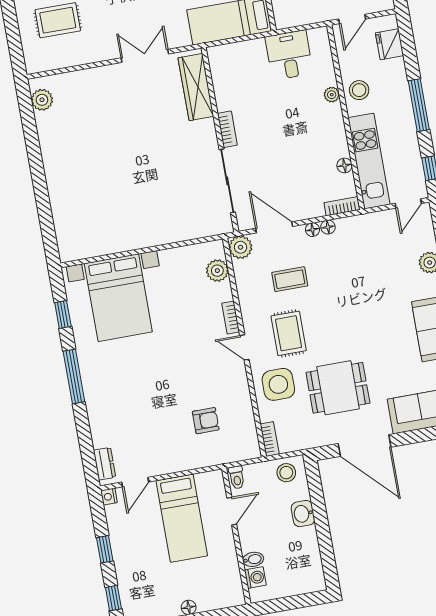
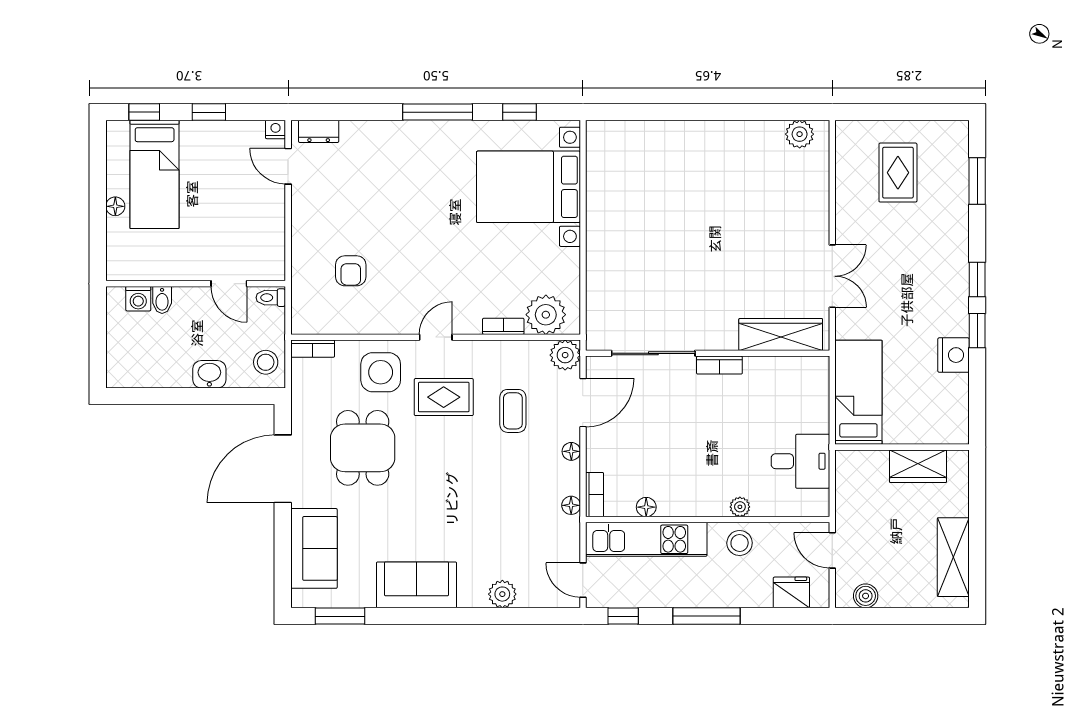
floor lamp: (328, 227) -> (571, 505), moved
plant: (217, 271) -> (546, 315), width x1.36, depth x1.36
bookcase: (231, 318) -> (503, 326), moved
bed: (182, 518) -> (155, 174), moved, turned -90

